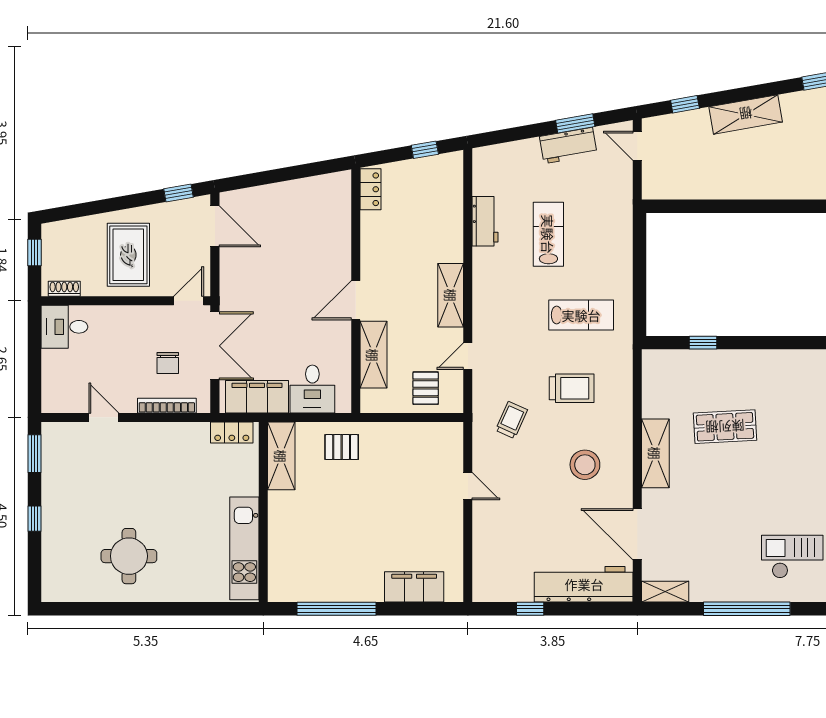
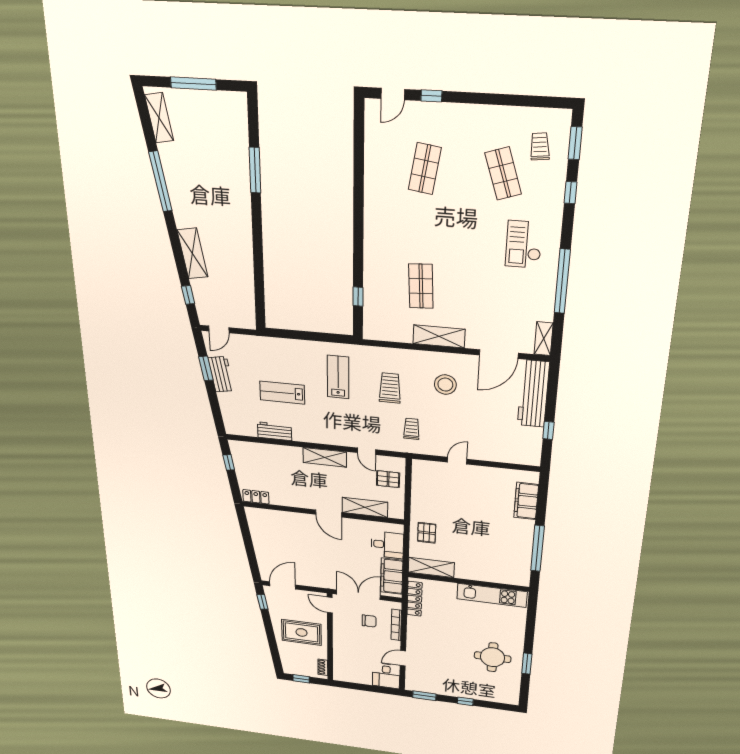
desk: (64, 327) -> (386, 676), moved
trolley: (511, 420) -> (412, 429), turned 66
locker: (232, 432) -> (415, 599), width x1.53
window: (125, 609) -> (527, 664), added

